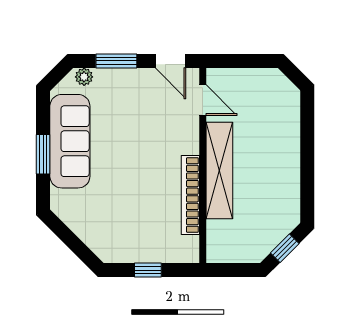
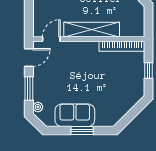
sofa: (70, 141) -> (75, 115), width x0.73
bookcase: (190, 195) -> (122, 46), moved

